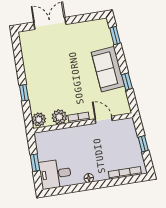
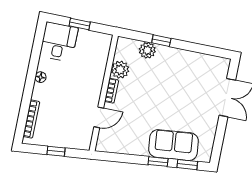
sofa: (108, 69) -> (173, 145), moved
window: (127, 81) -> (158, 162), moved
plant: (39, 120) -> (147, 50), moved

